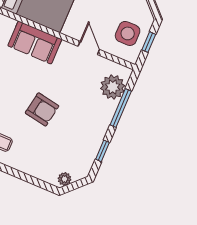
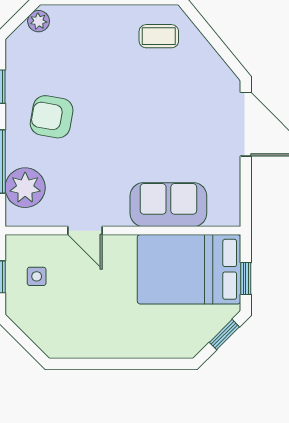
side table: (128, 33) -> (37, 276), width x0.54, depth x0.54
armchair: (42, 109) -> (52, 117), moved

